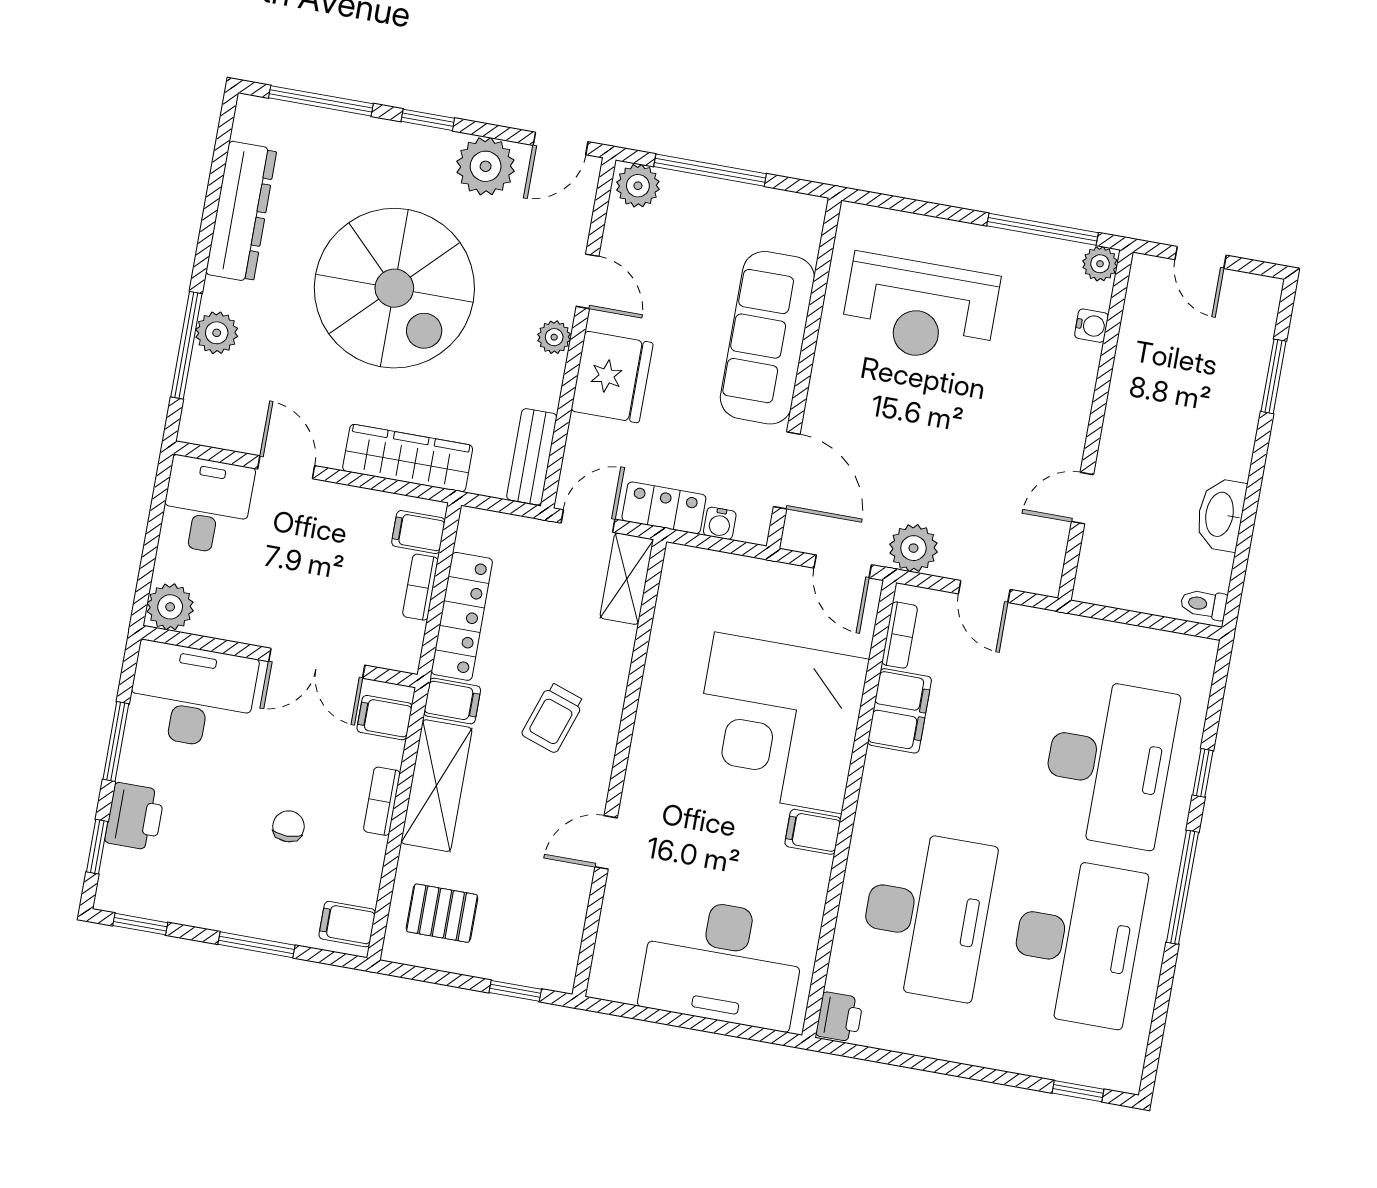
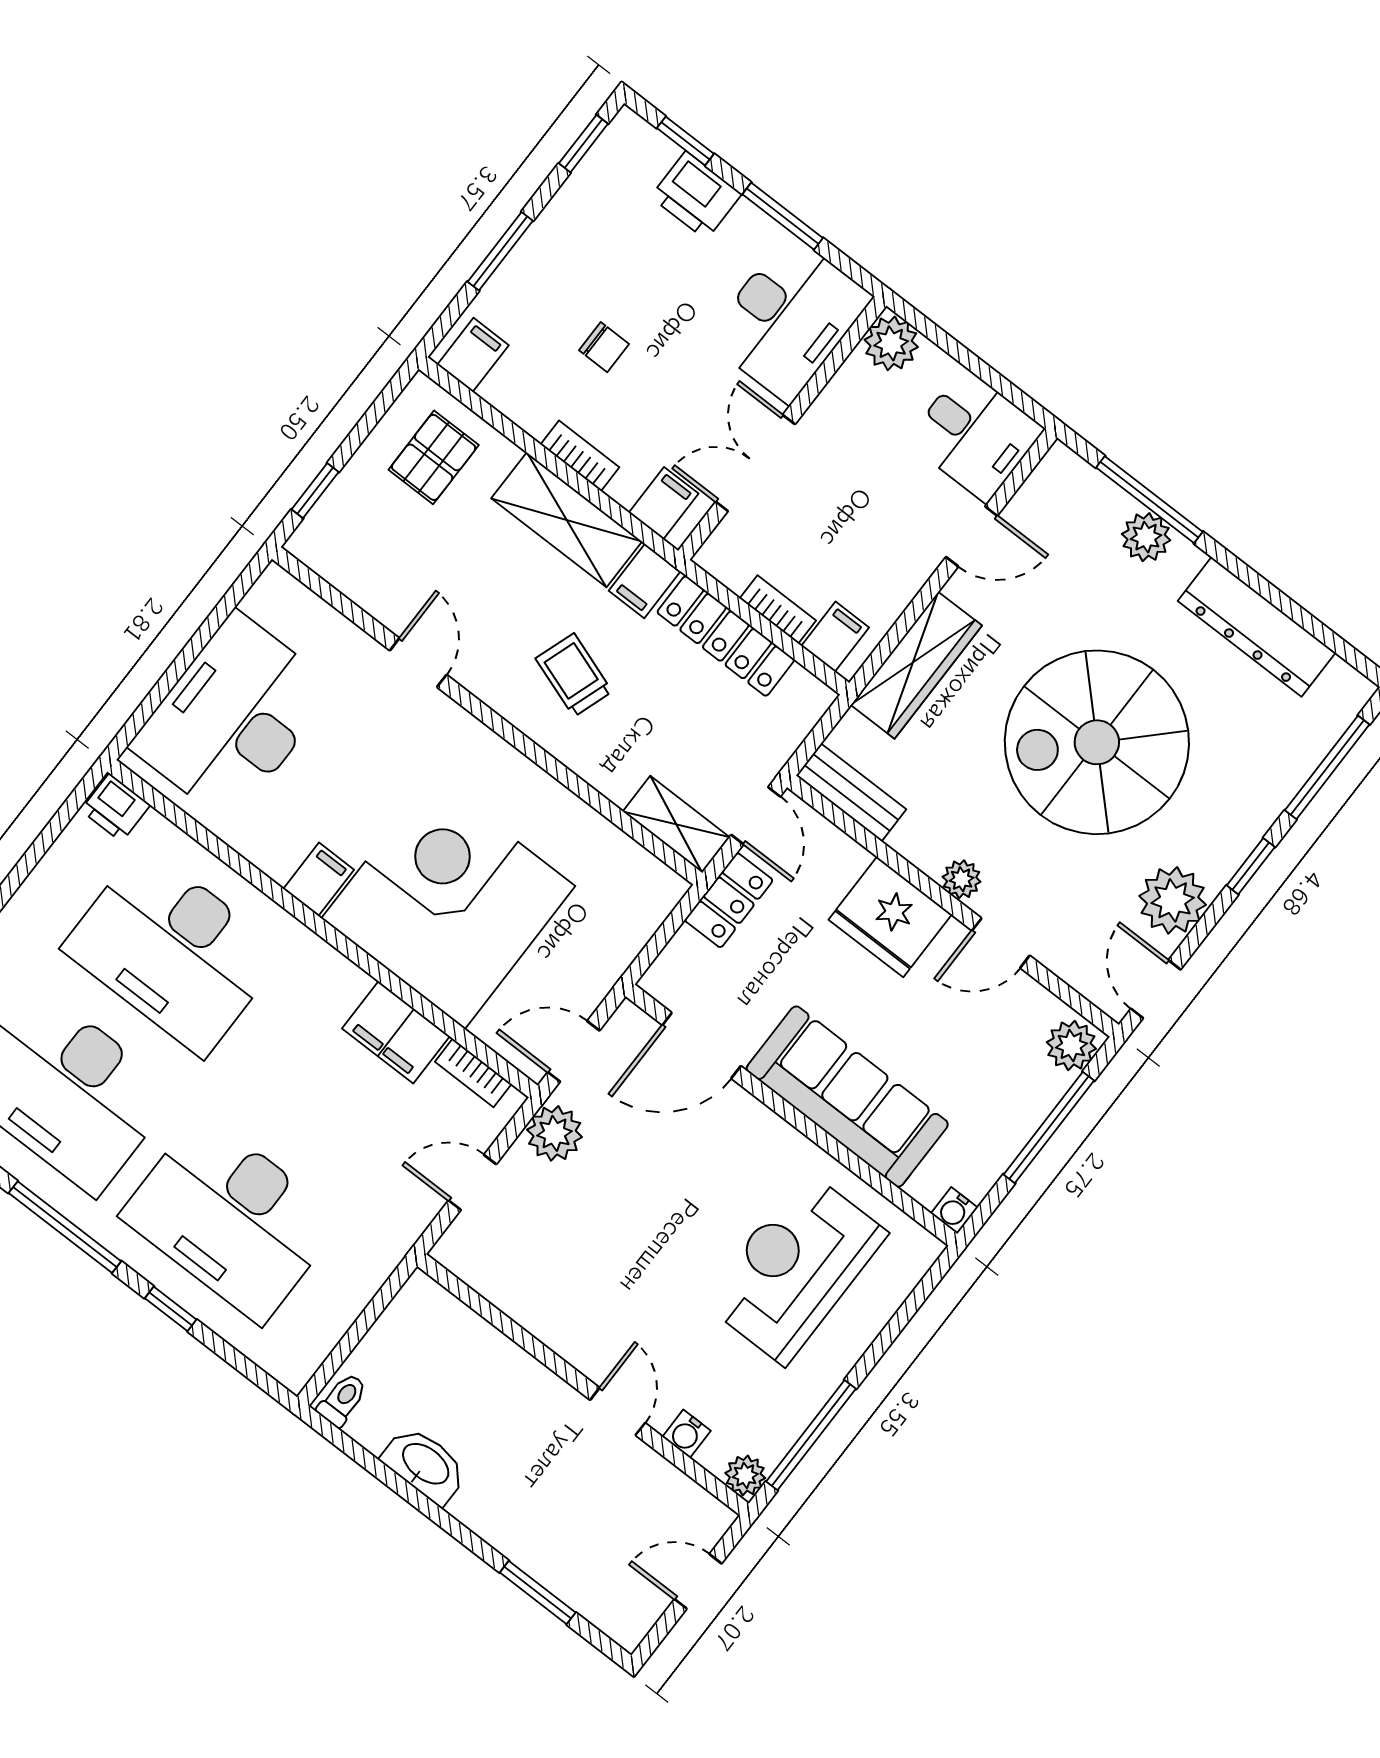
door: (1082, 498) -> (618, 1411), moved
water cooler: (720, 523) -> (954, 1210), moved, turned -90

